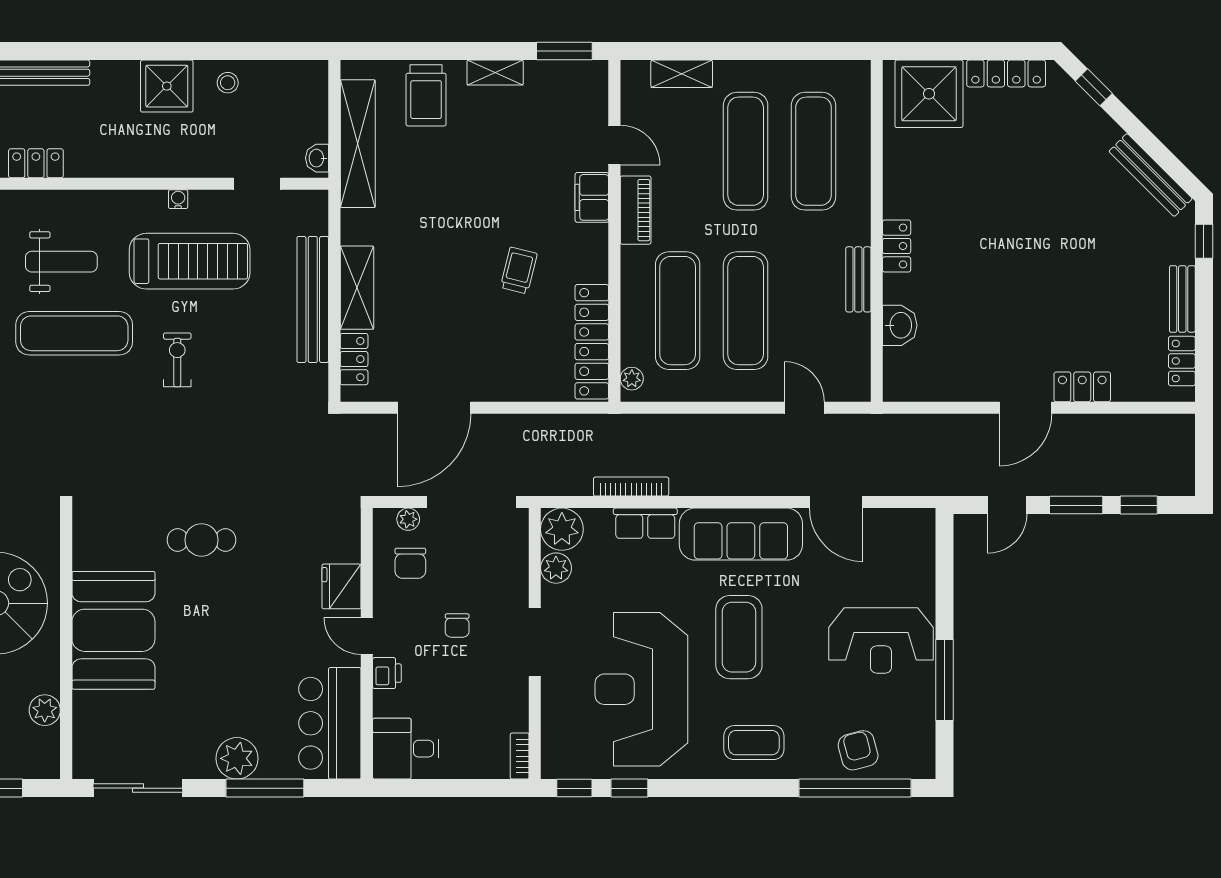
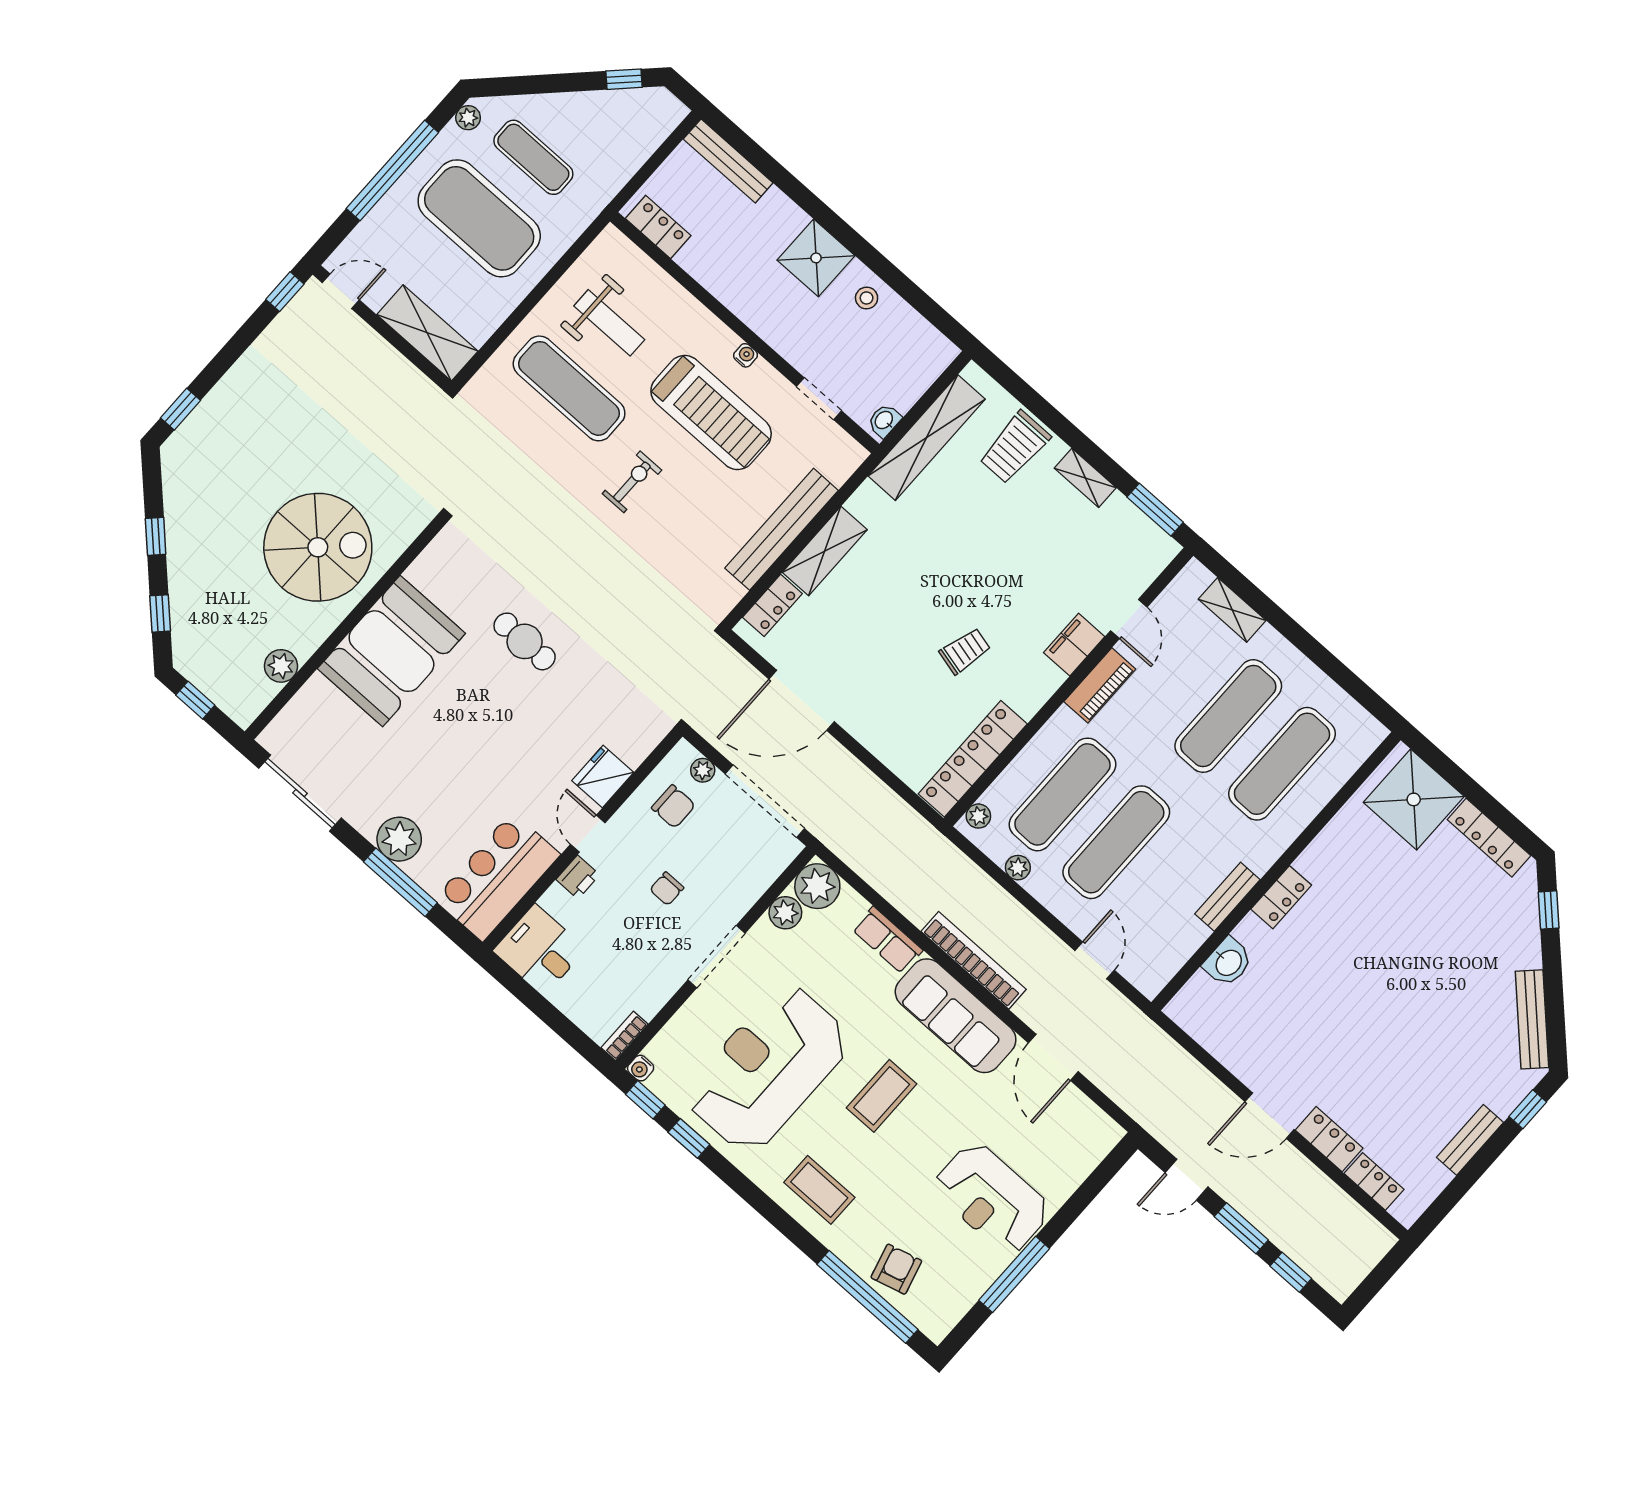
locker: (1182, 361) -> (1374, 1181), moved, turned 90
plant: (692, 390) -> (1018, 868), added
bookcase: (631, 487) -> (974, 960), moved, width x1.48, depth x1.31
chair: (410, 563) -> (674, 807), turned -90
coffee table: (739, 637) -> (882, 1096), width x0.73, depth x0.76
water cooler: (551, 769) -> (641, 1068), added

